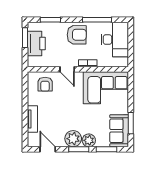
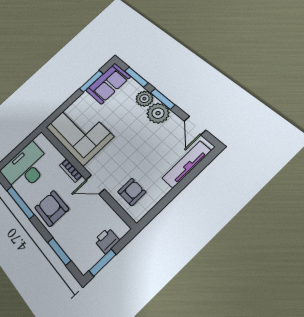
printer: (36, 44) -> (107, 240), width x0.53, depth x0.68
door: (67, 69) -> (95, 185), swing flipped
tv unit: (32, 119) -> (187, 164), width x1.41

